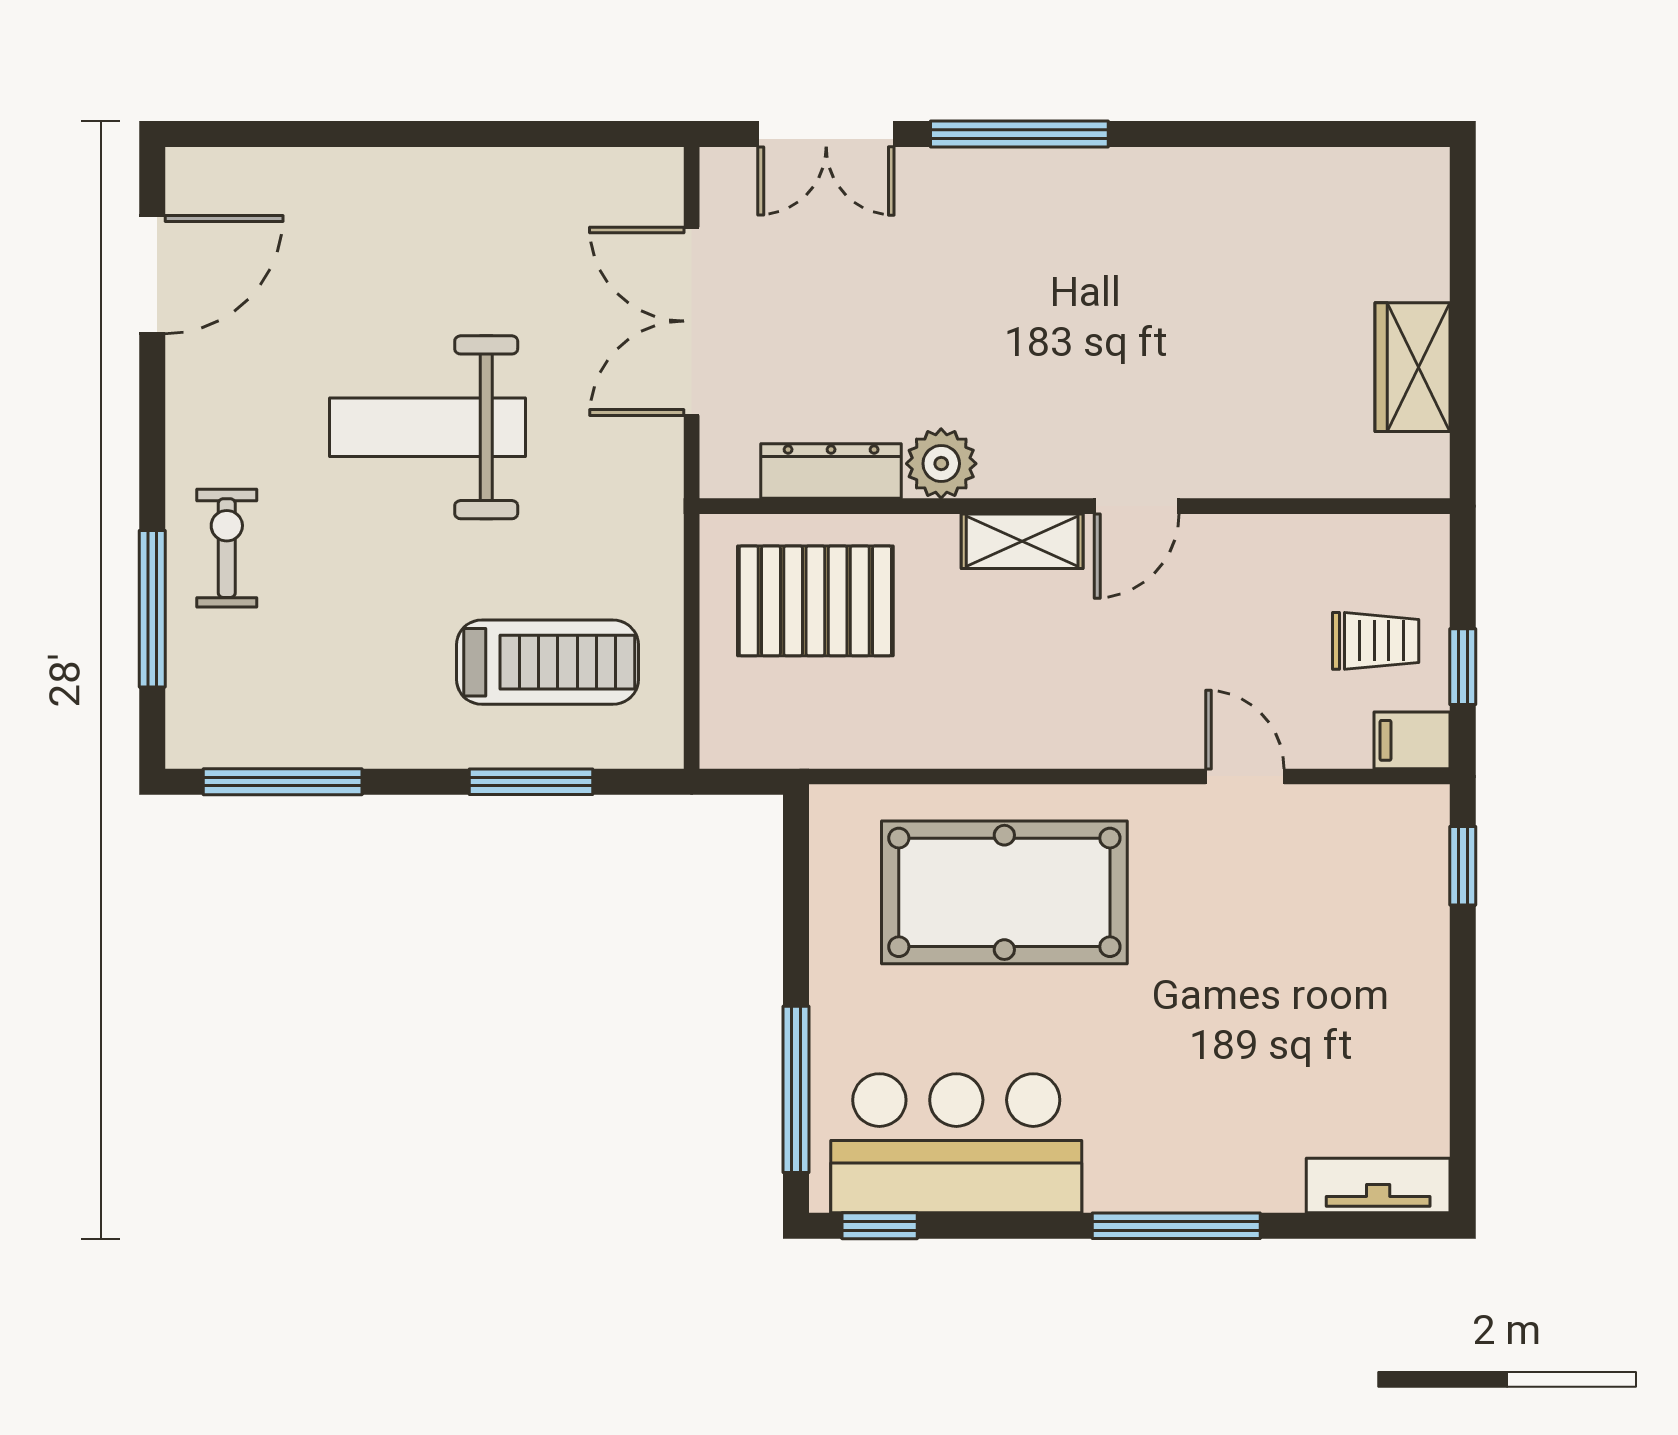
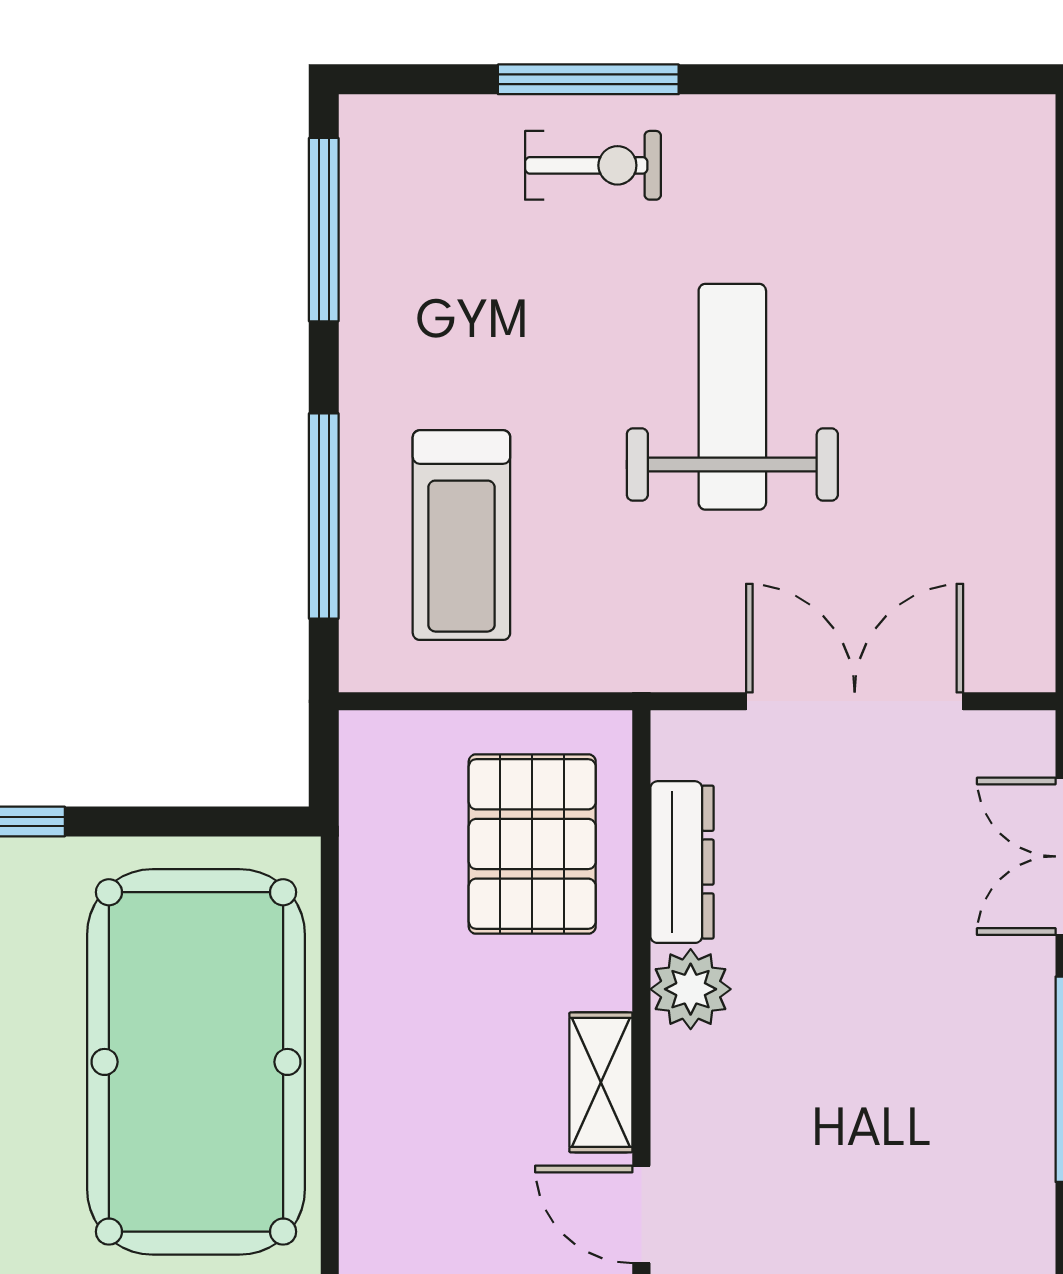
door: (152, 275) -> (908, 79), removed
window: (152, 609) -> (588, 79), moved
window: (531, 782) -> (324, 516), width x1.44
pool table: (1004, 892) -> (196, 1062), width x1.36, depth x1.32

